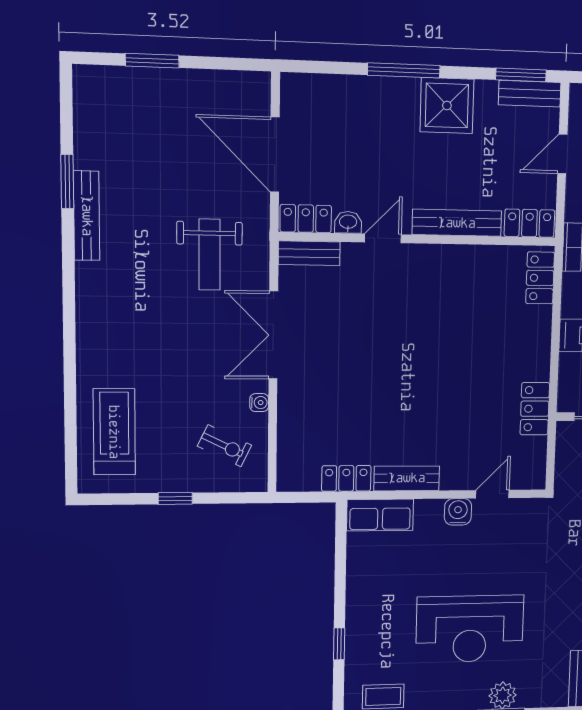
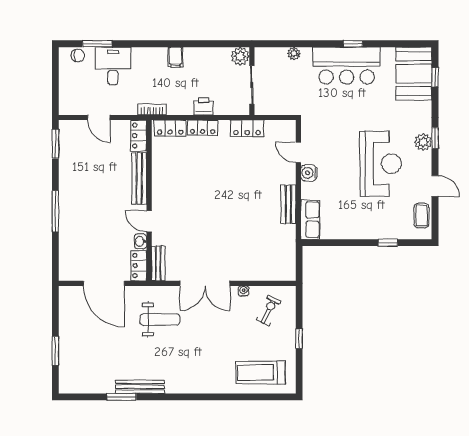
bench: (530, 94) -> (66, 138), removed
shower: (447, 105) -> (74, 186), removed
door: (275, 155) -> (104, 283), hinge flipped
locker: (346, 478) -> (203, 128), moved, turned -90

